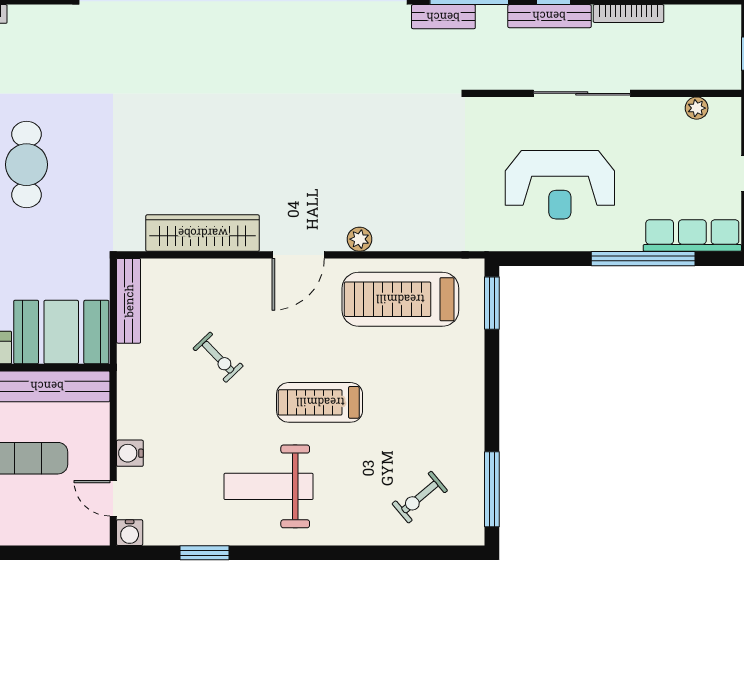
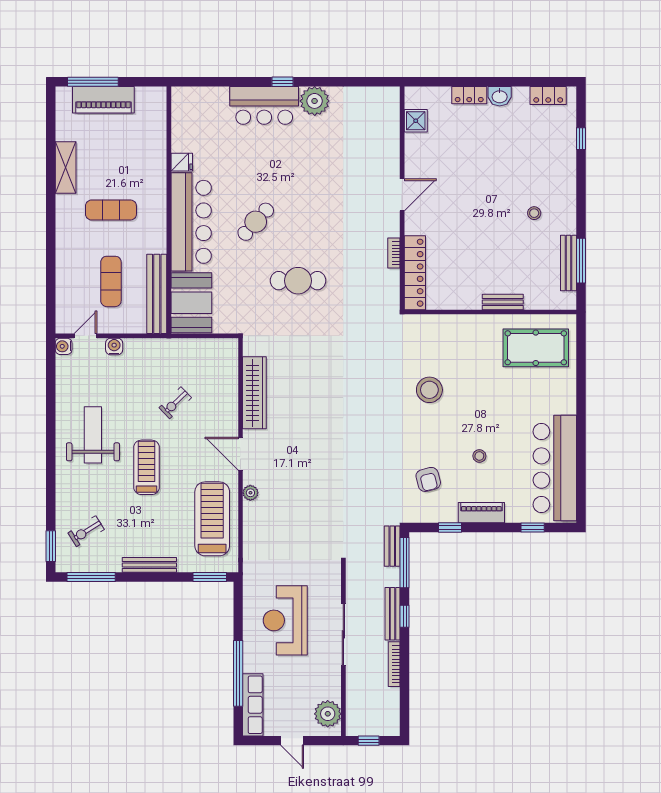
plant: (697, 108) -> (328, 714), width x1.88, depth x1.88
bench: (129, 301) -> (149, 565), moved
exercise bike: (420, 497) -> (86, 531), turned -82
window: (204, 553) -> (51, 546), moved

